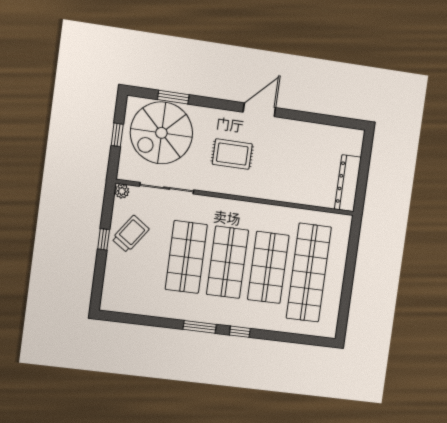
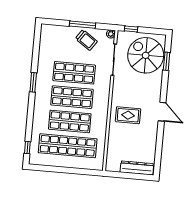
window: (117, 135) -> (131, 29), moved
rug: (232, 154) -> (128, 115), moved, turned 90
dresser: (348, 183) -> (137, 168), moved
window: (104, 239) -> (83, 25), width x2.17
window: (240, 332) -> (27, 147), moved

